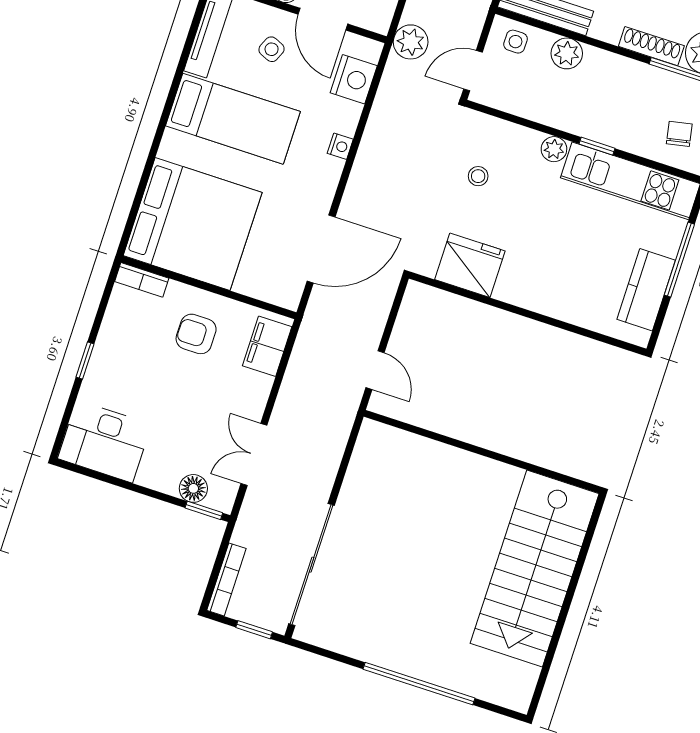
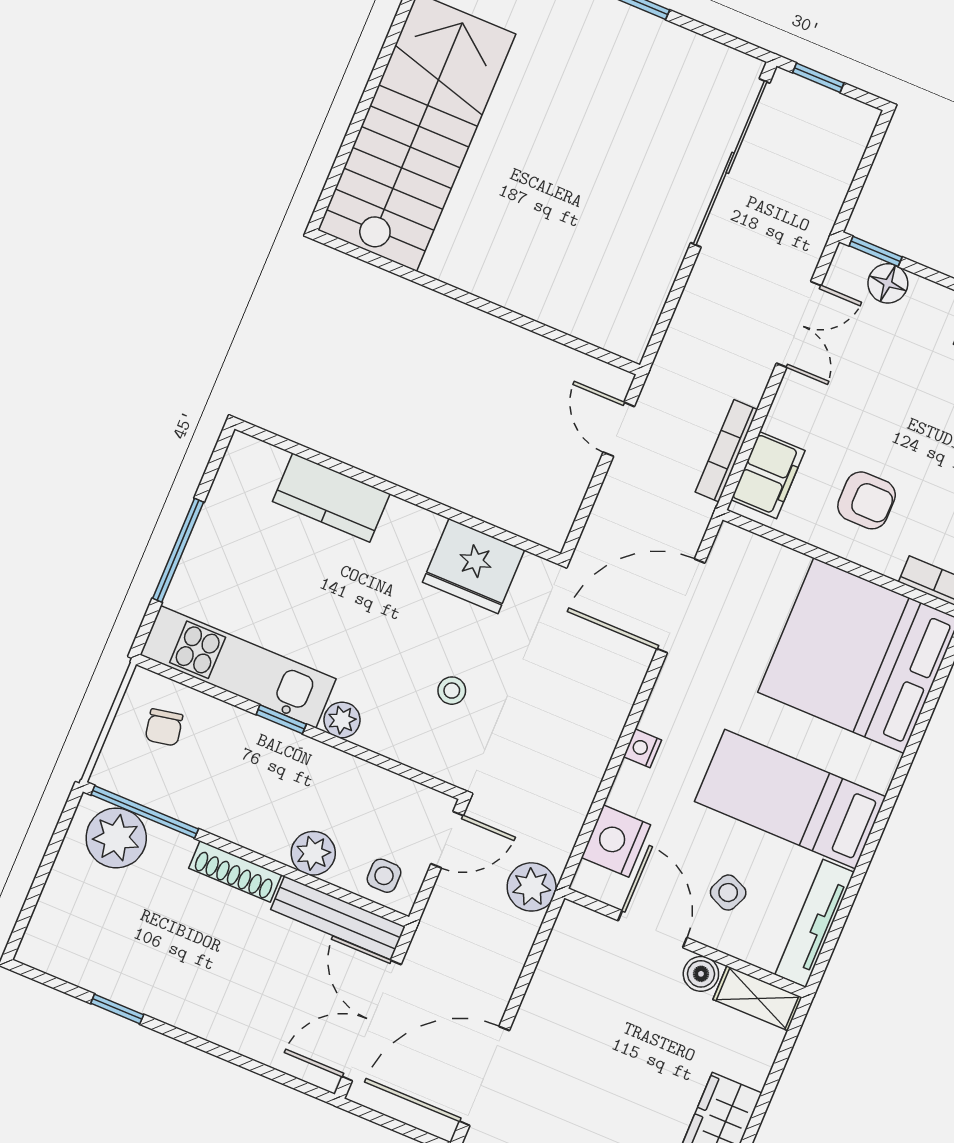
shoe rack: (651, 46) -> (235, 871), moved
kitchen counter: (646, 290) -> (331, 498), moved, turned 90
bookcase: (226, 579) -> (726, 451), moved

